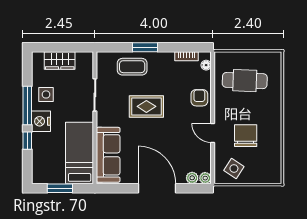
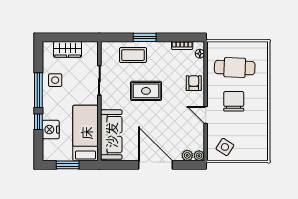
nightstand: (41, 121) -> (51, 130), moved
chair: (246, 136) -> (234, 101), moved

